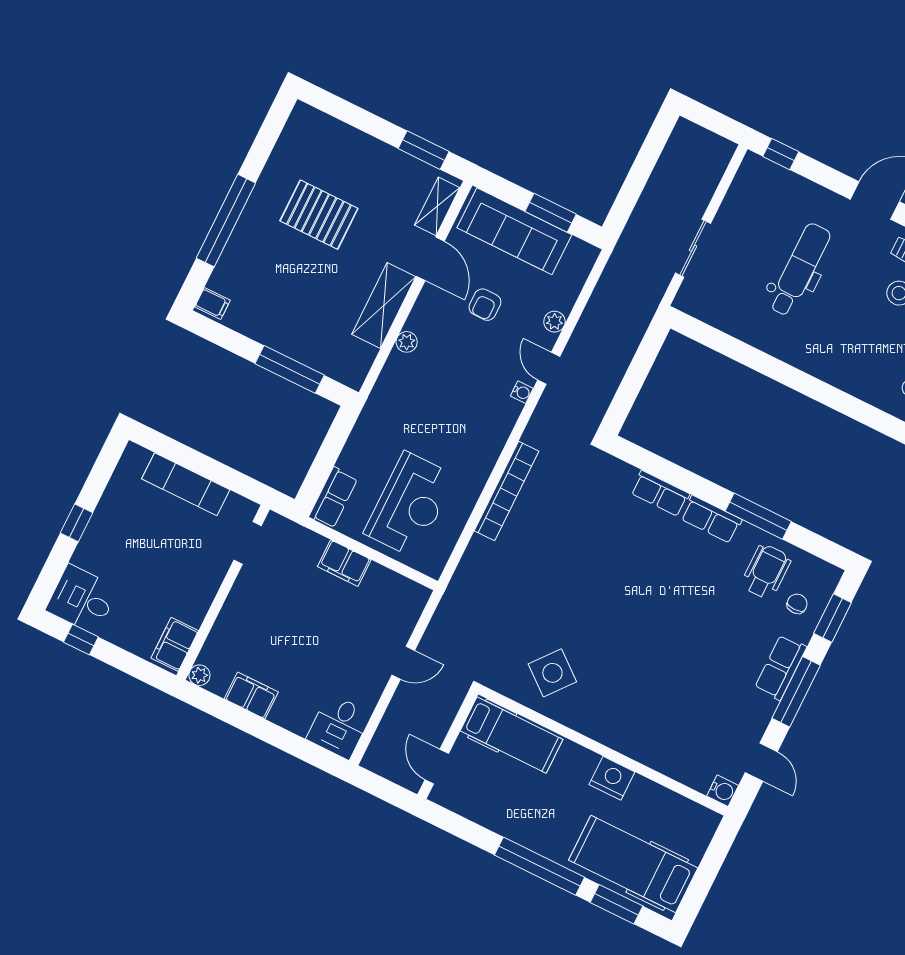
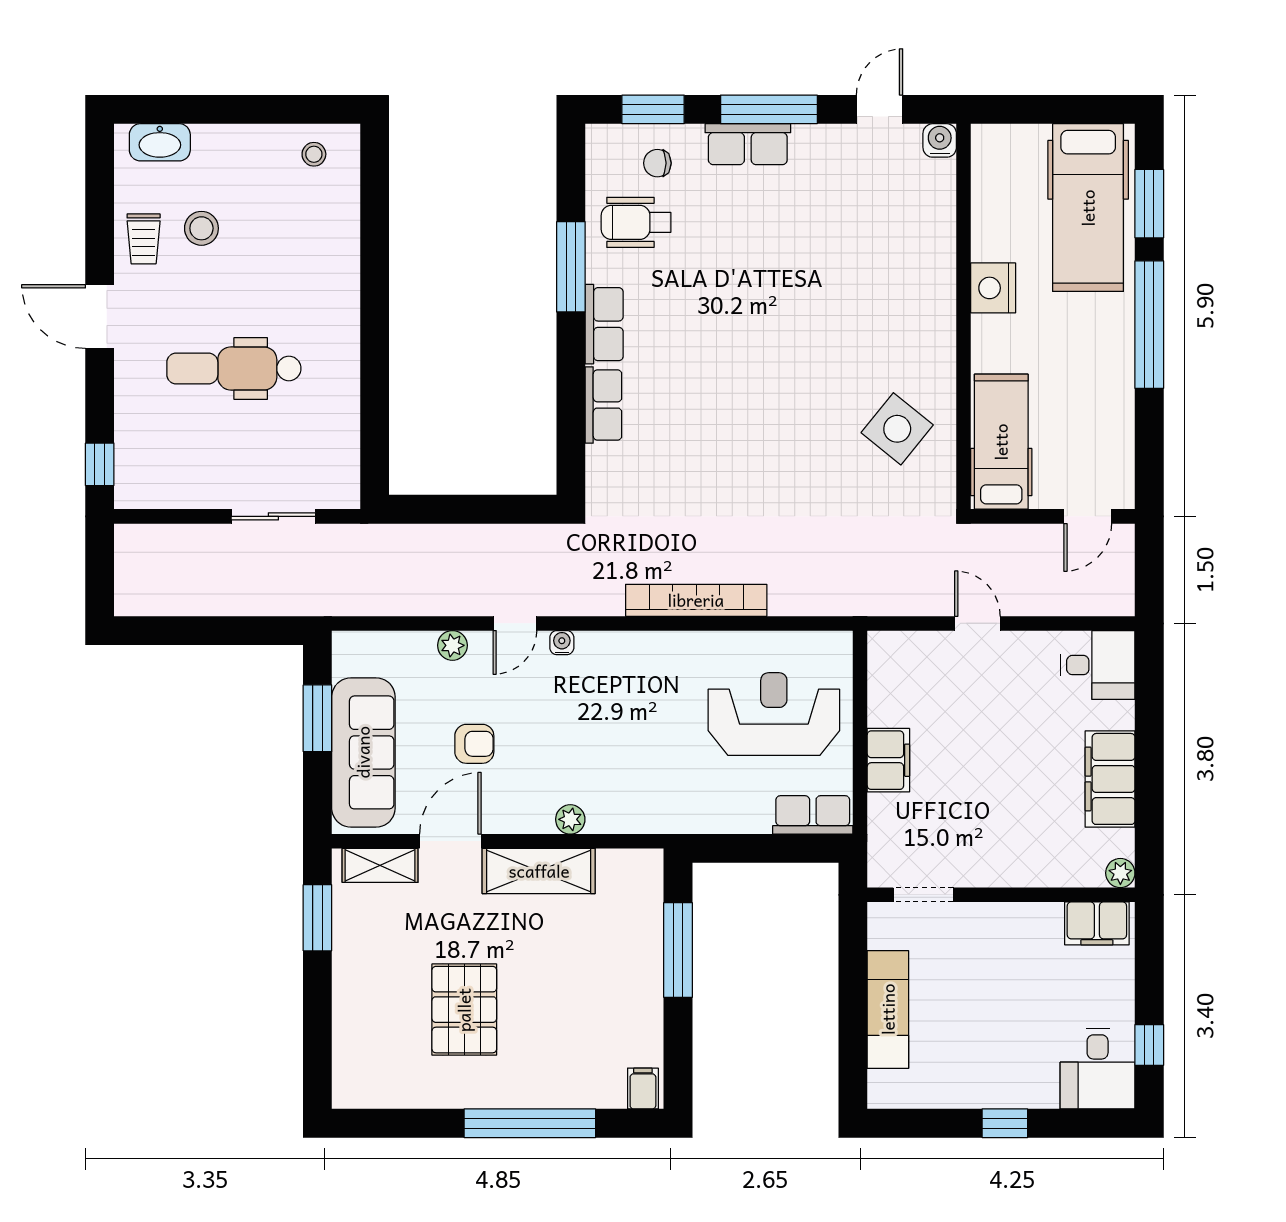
filing cabinet: (251, 695) -> (1110, 779), width x1.50, depth x1.17

